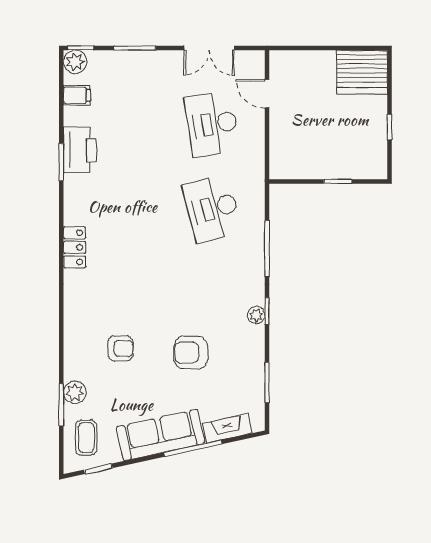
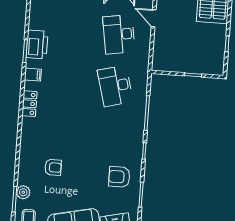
filing cabinet: (77, 95) -> (33, 75), moved
plant: (256, 315) -> (137, 153), removed
armchair: (191, 353) -> (119, 177), moved

